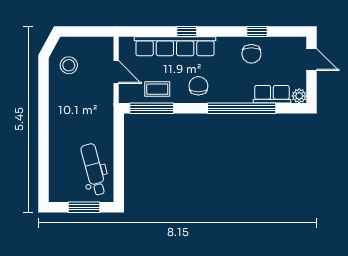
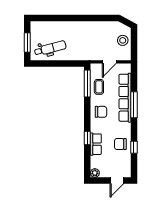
window: (187, 31) -> (134, 105), width x2.17
stool: (69, 65) -> (123, 40), moved
row of seats: (272, 94) -> (96, 144), moved
window: (242, 108) -> (87, 138), width x0.32

